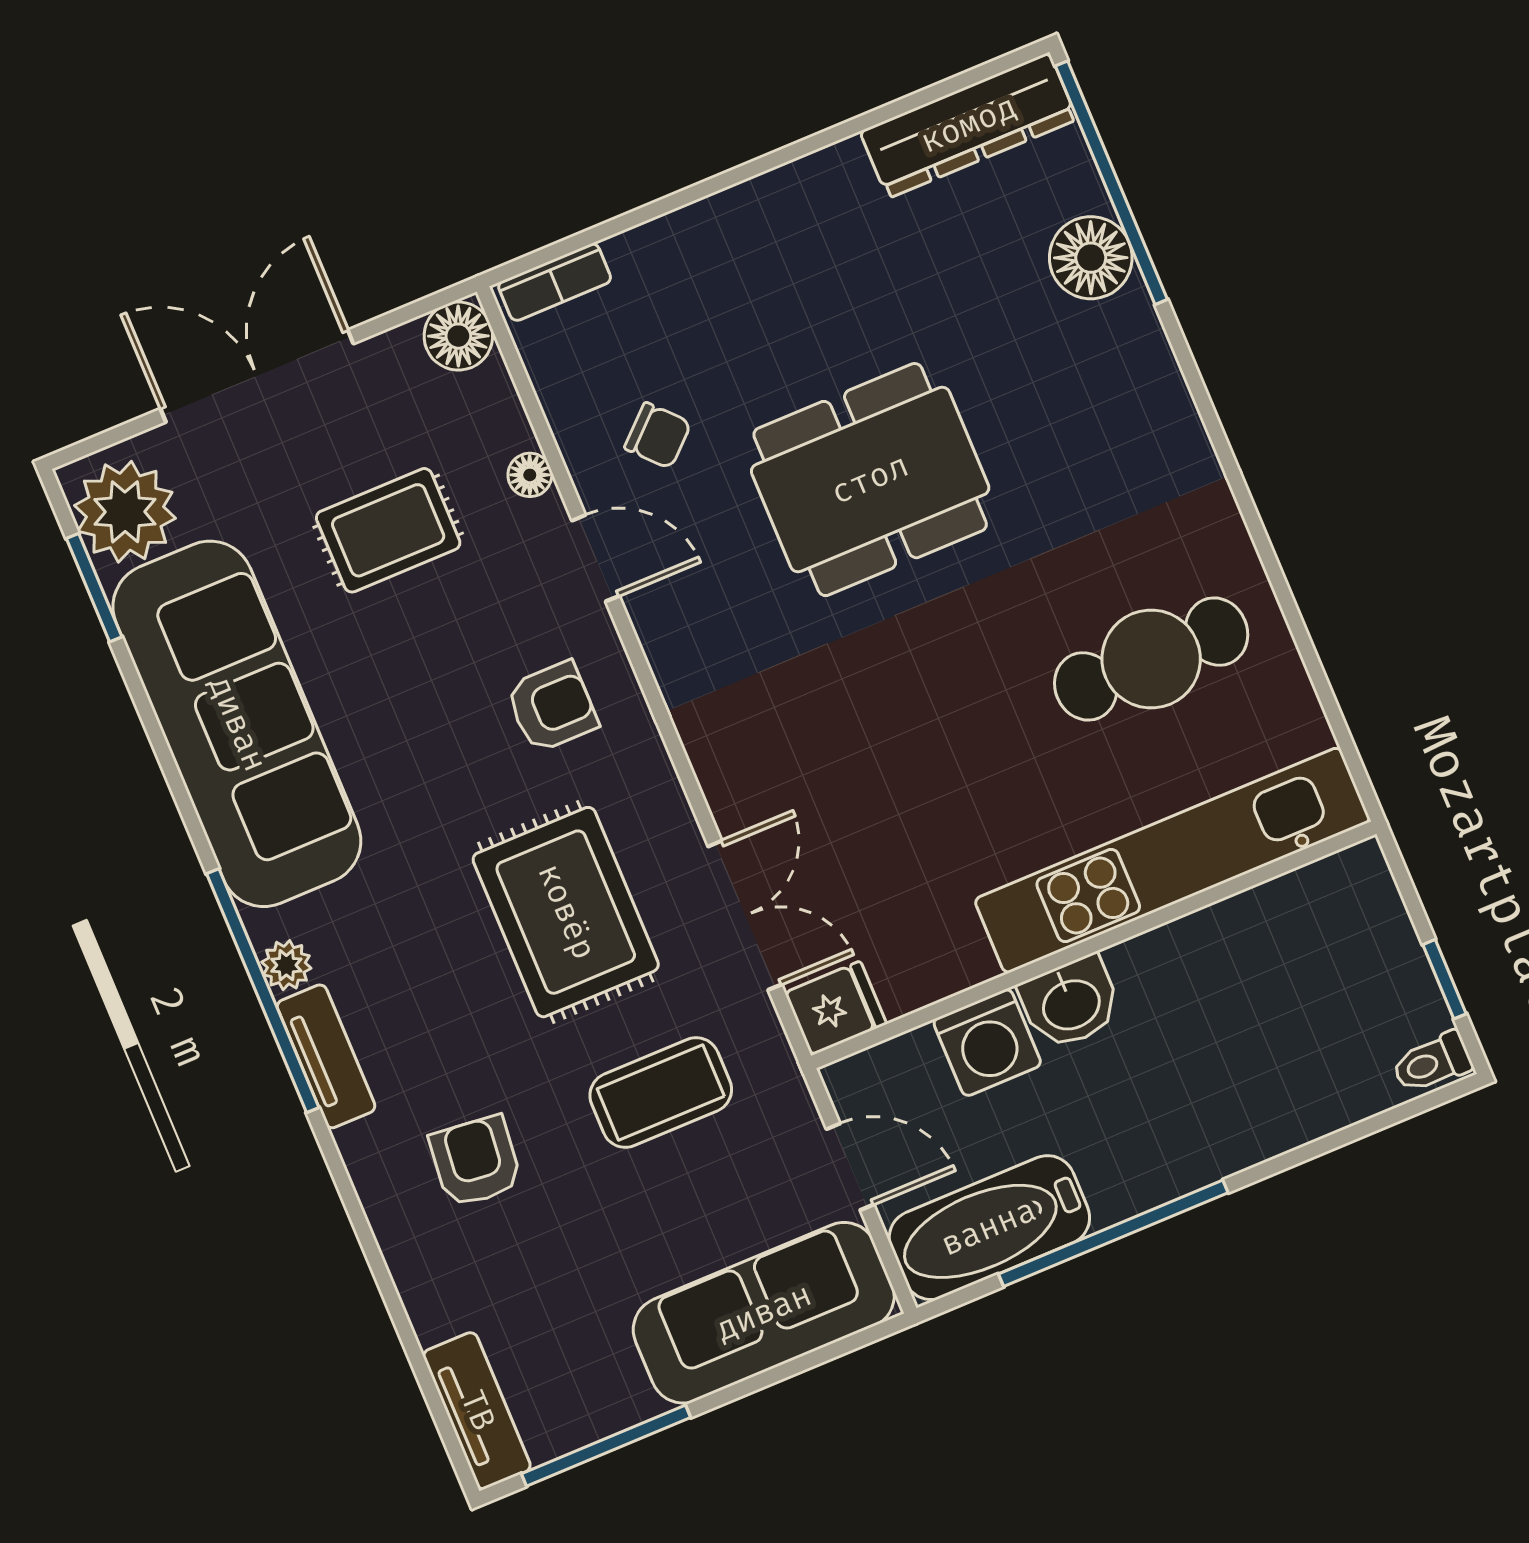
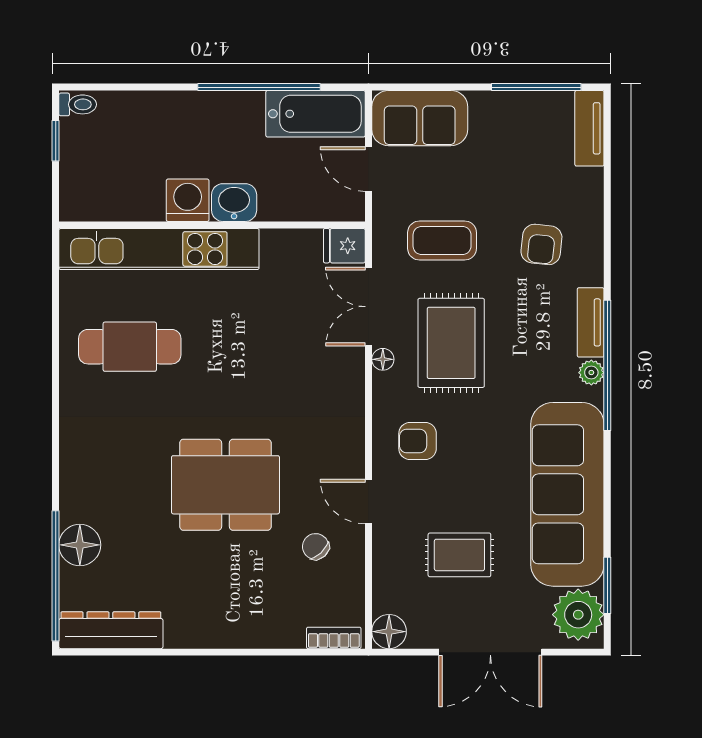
floor lamp: (530, 475) -> (383, 359), moved
washing machine: (987, 1042) -> (188, 200), moved
sofa: (764, 1313) -> (420, 118), width x0.73

